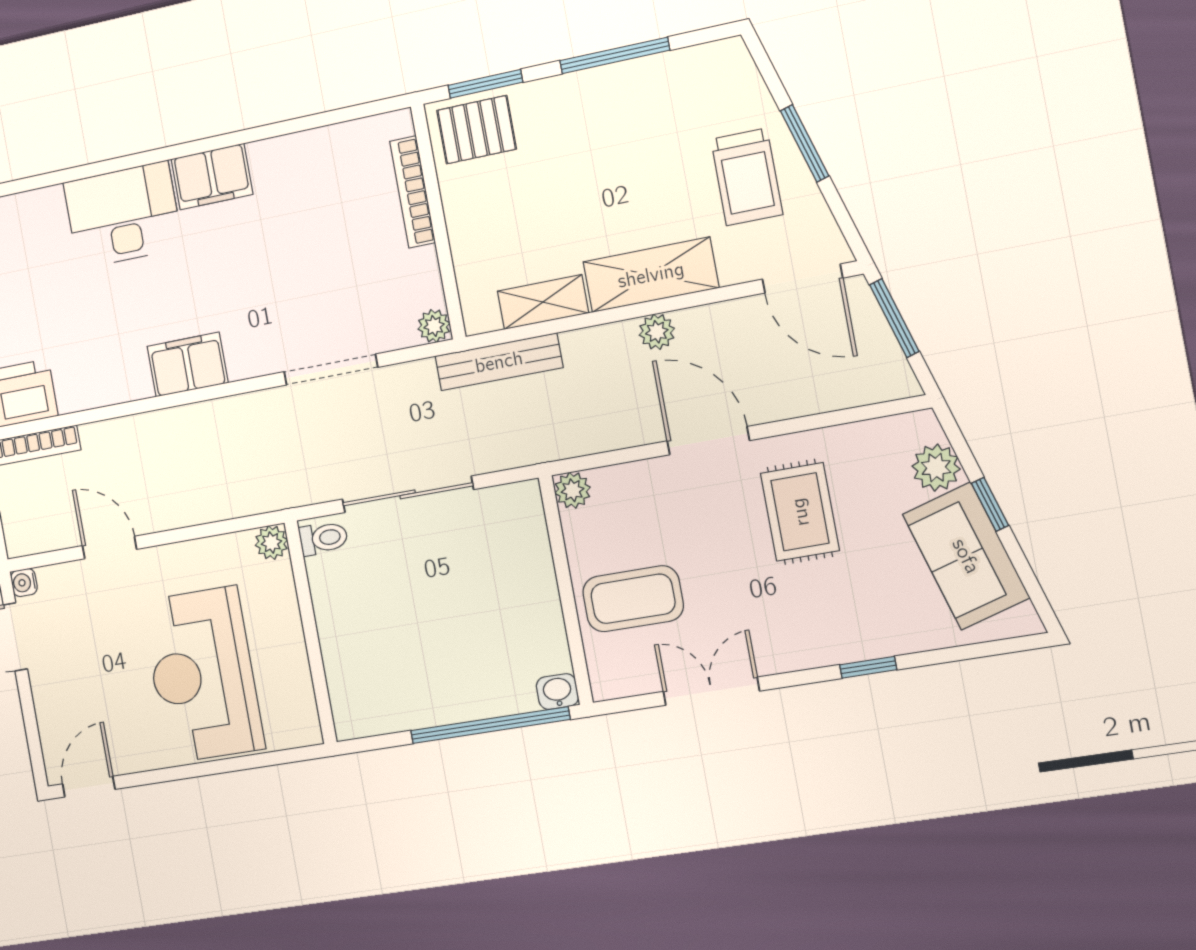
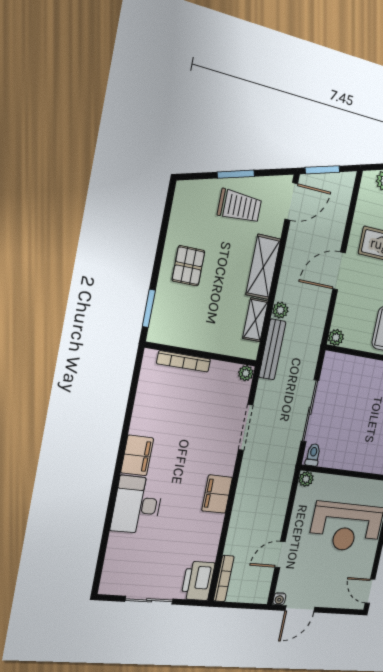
window: (615, 55) -> (161, 243), removed
pallet: (477, 130) -> (188, 266), moved
plant: (657, 332) -> (280, 310), moved

